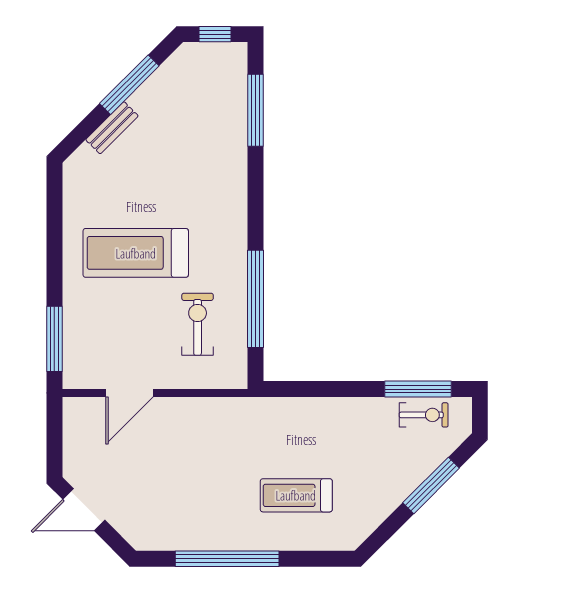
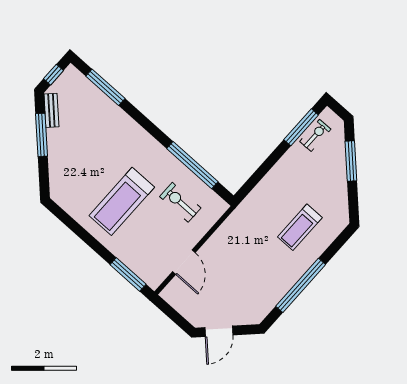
bench: (112, 128) -> (51, 110), moved

